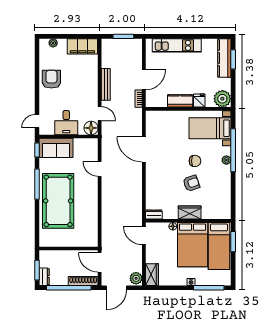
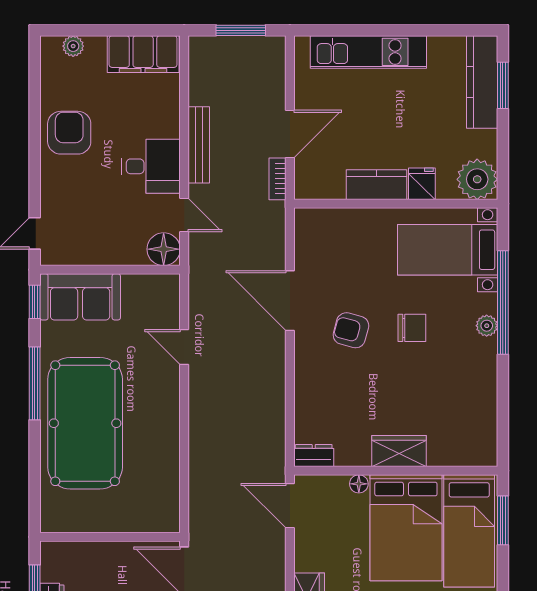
desk: (66, 123) -> (151, 166), moved, turned -90
armchair: (191, 183) -> (351, 330), moved, turned -146

